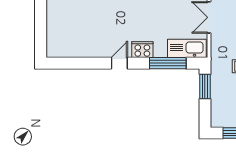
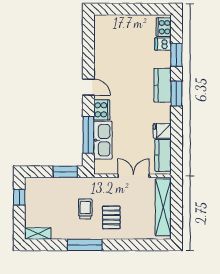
kitchen sink: (187, 48) -> (103, 140), moved

